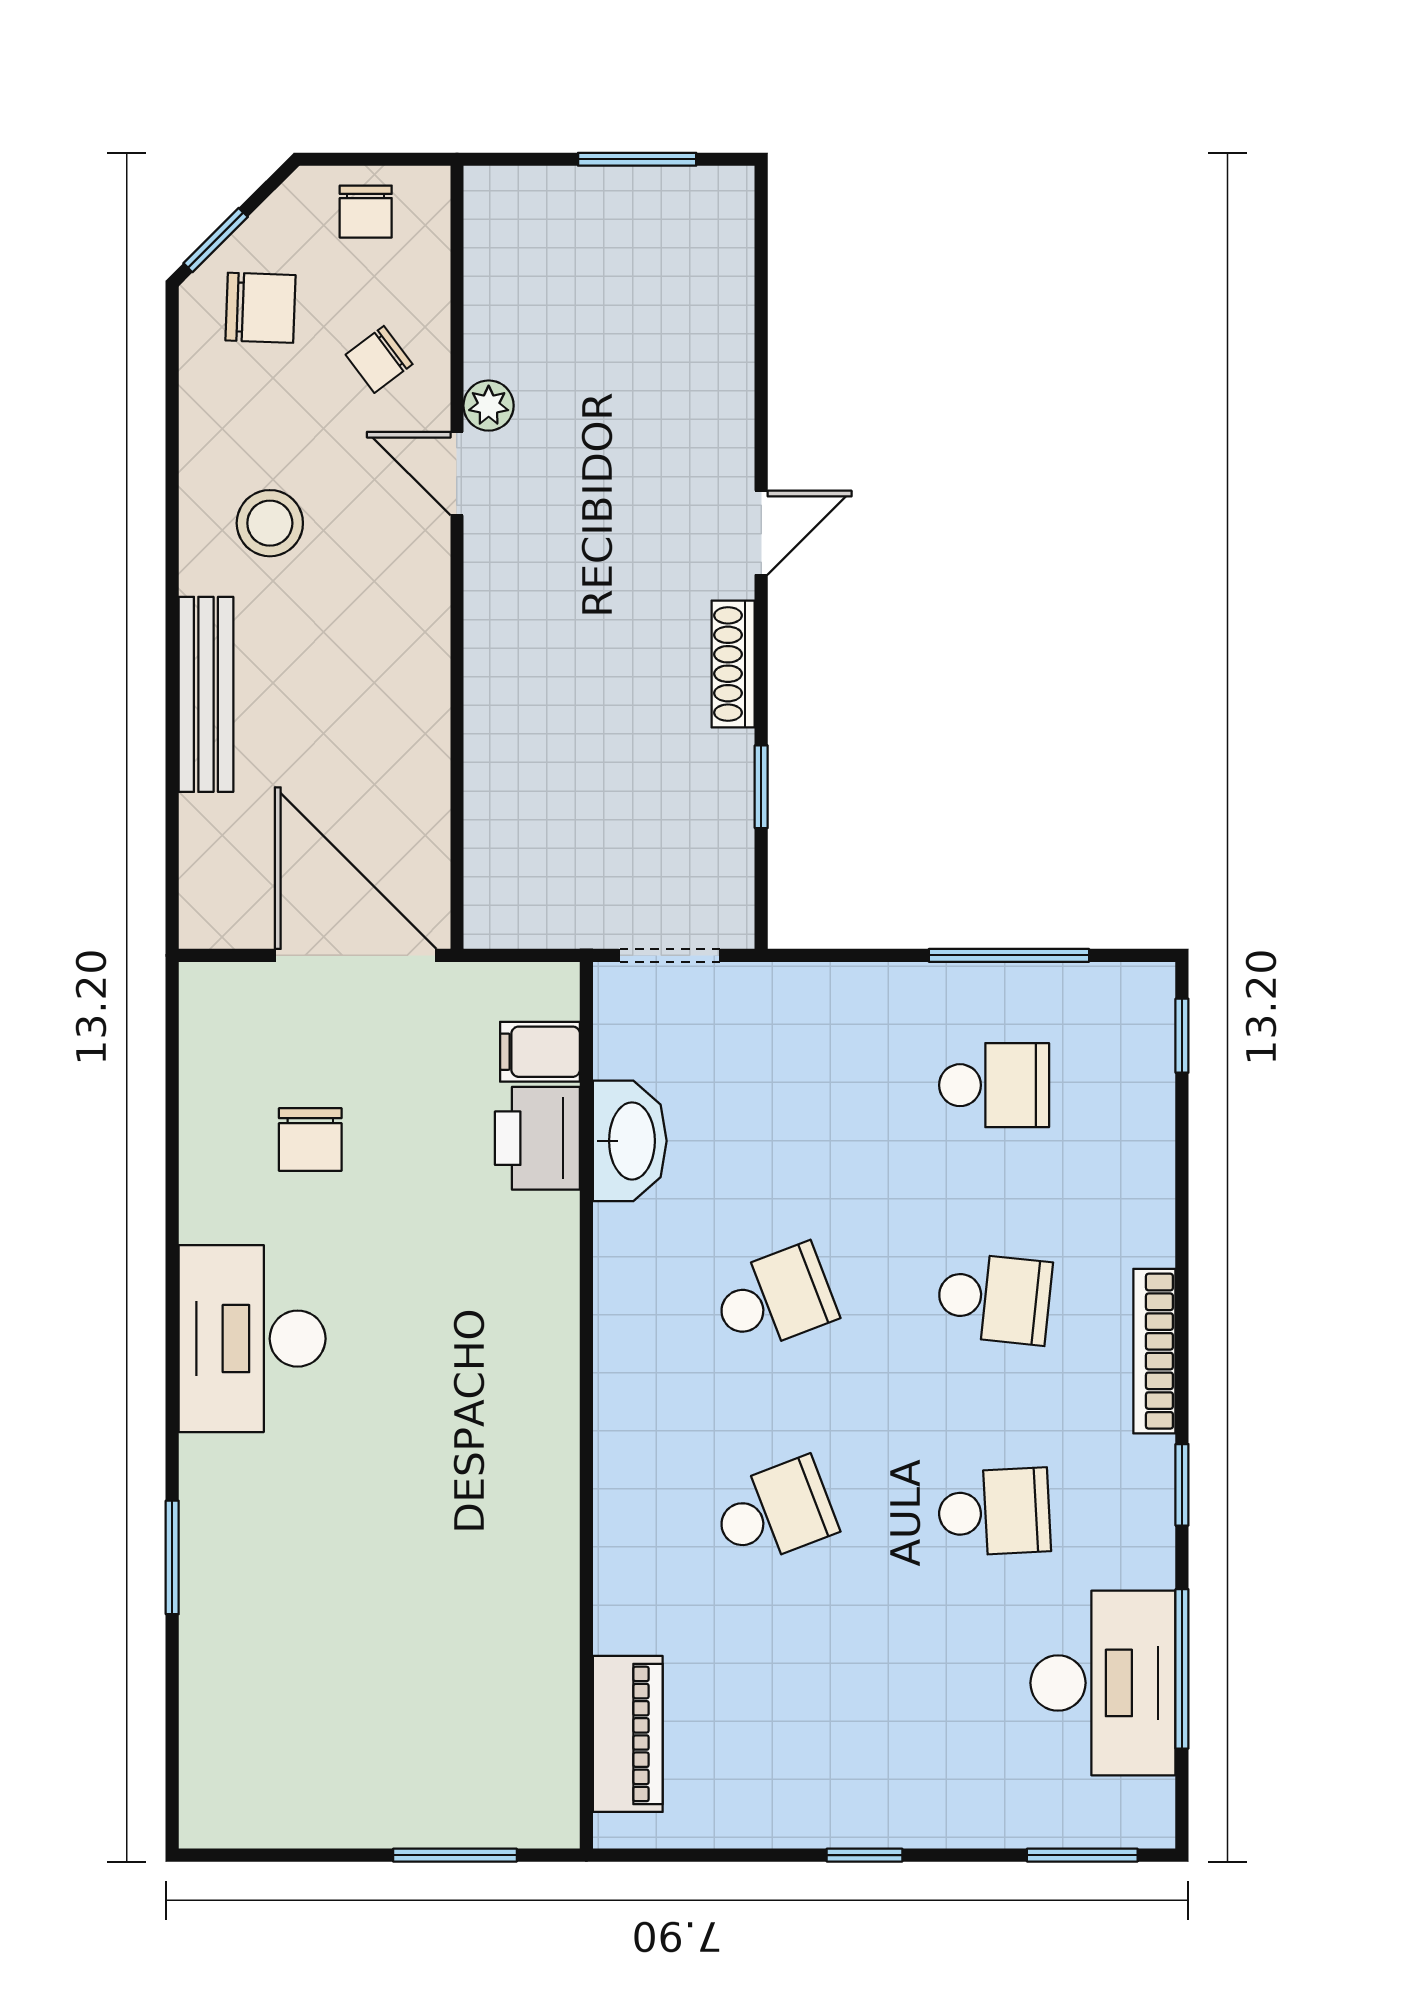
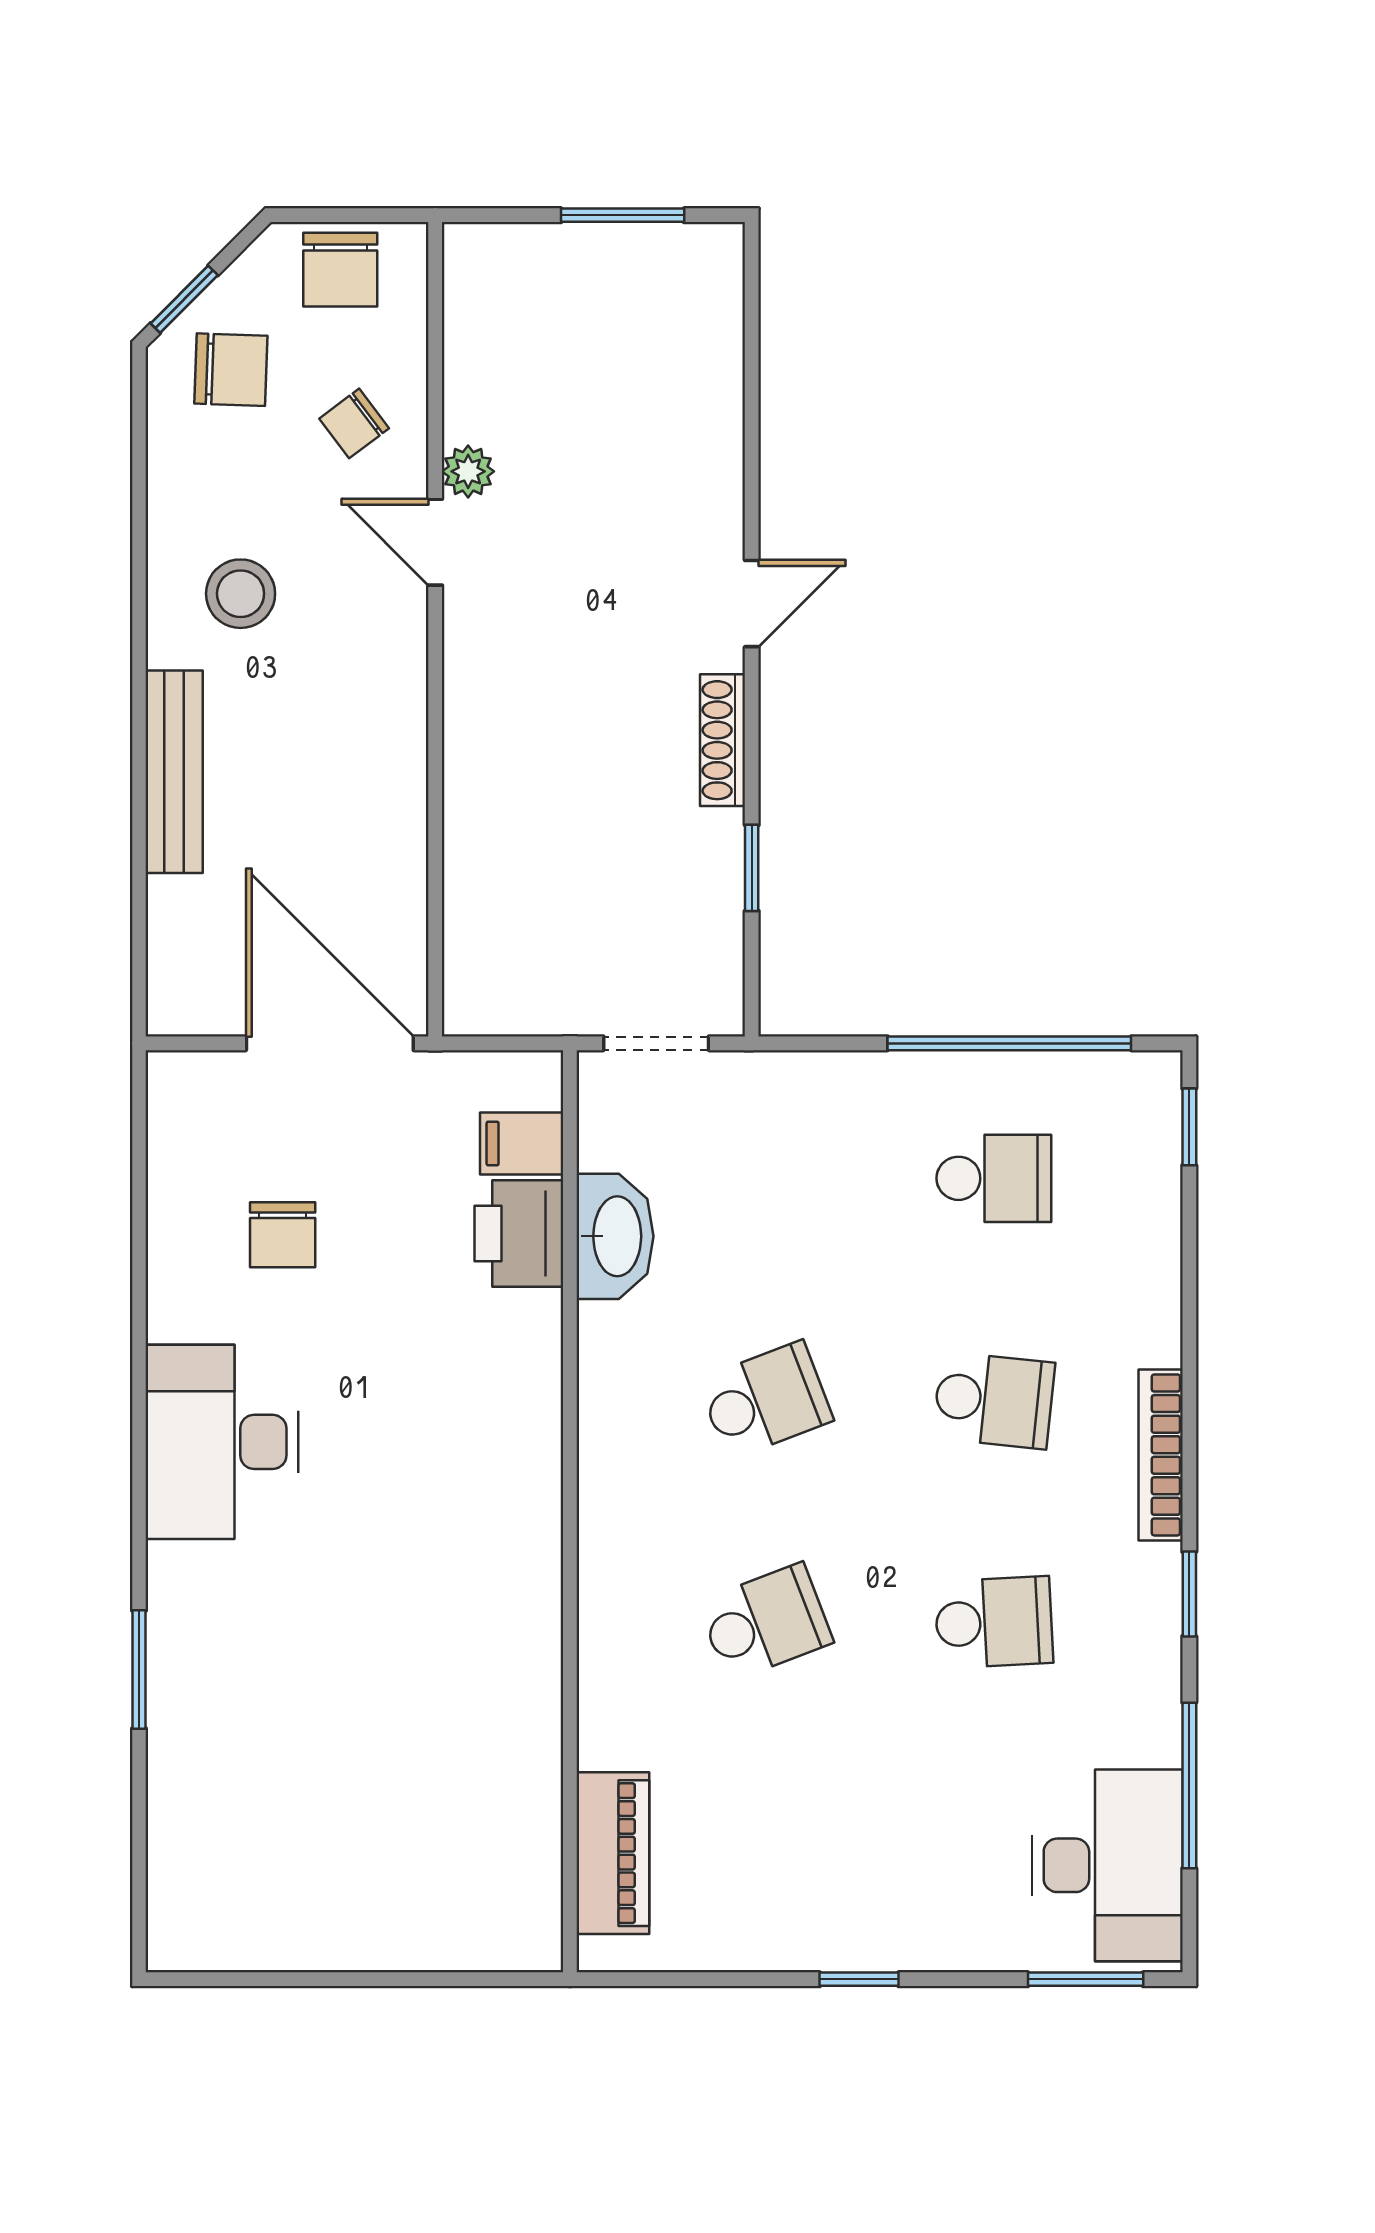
chair: (366, 212) -> (340, 270), width x1.37, depth x1.37
window: (1009, 955) -> (1009, 1043), width x1.46
desk: (1103, 1683) -> (1107, 1865), moved
window: (455, 1855) -> (433, 1979), removed

